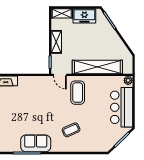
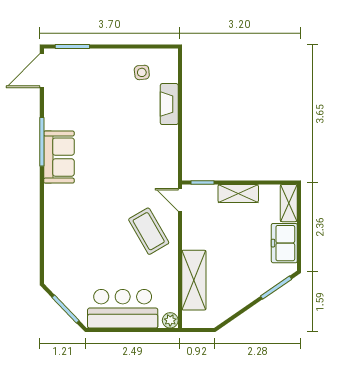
shelving: (97, 67) -> (194, 280), width x0.68
door: (60, 75) -> (180, 200), hinge flipped
coffee table: (78, 93) -> (149, 231), turned 60
coffee table: (71, 130) -> (83, 219), removed

